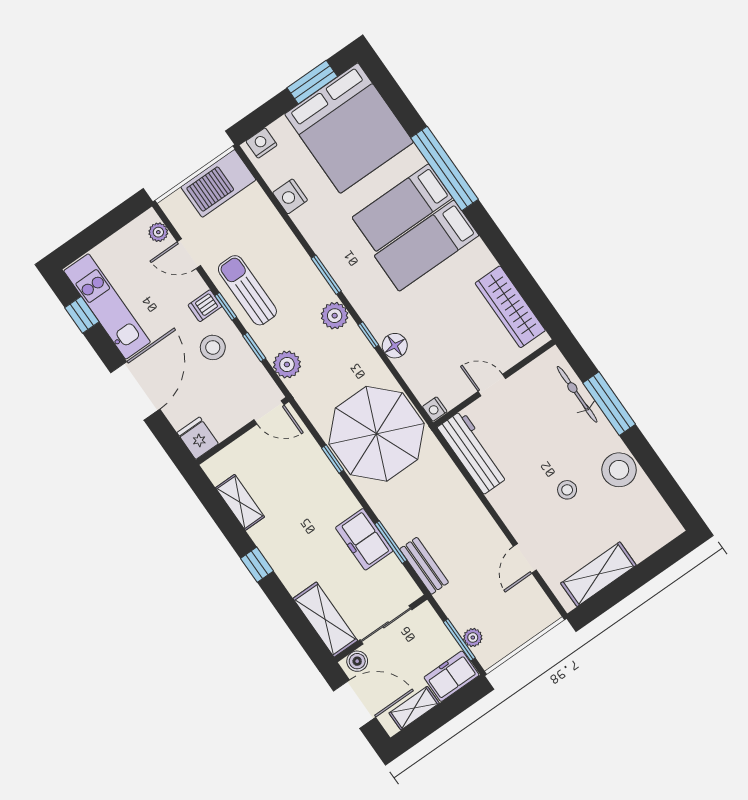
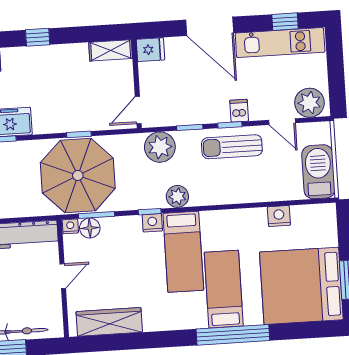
nightstand: (262, 143) -> (152, 223), moved, turned -90
plant: (158, 232) -> (309, 103), width x1.88, depth x1.88
bed: (427, 246) -> (183, 252), moved, turned 180
door: (189, 254) -> (282, 122), swing flipped
window: (326, 275) -> (97, 215), moved
sun lounger: (247, 290) -> (232, 147), turned 180
floor lamp: (395, 346) -> (90, 228), moved
stool: (213, 347) -> (207, 99), removed
plant: (287, 364) -> (160, 147), width x1.36, depth x1.36
shelving: (240, 502) -> (111, 50), moved

